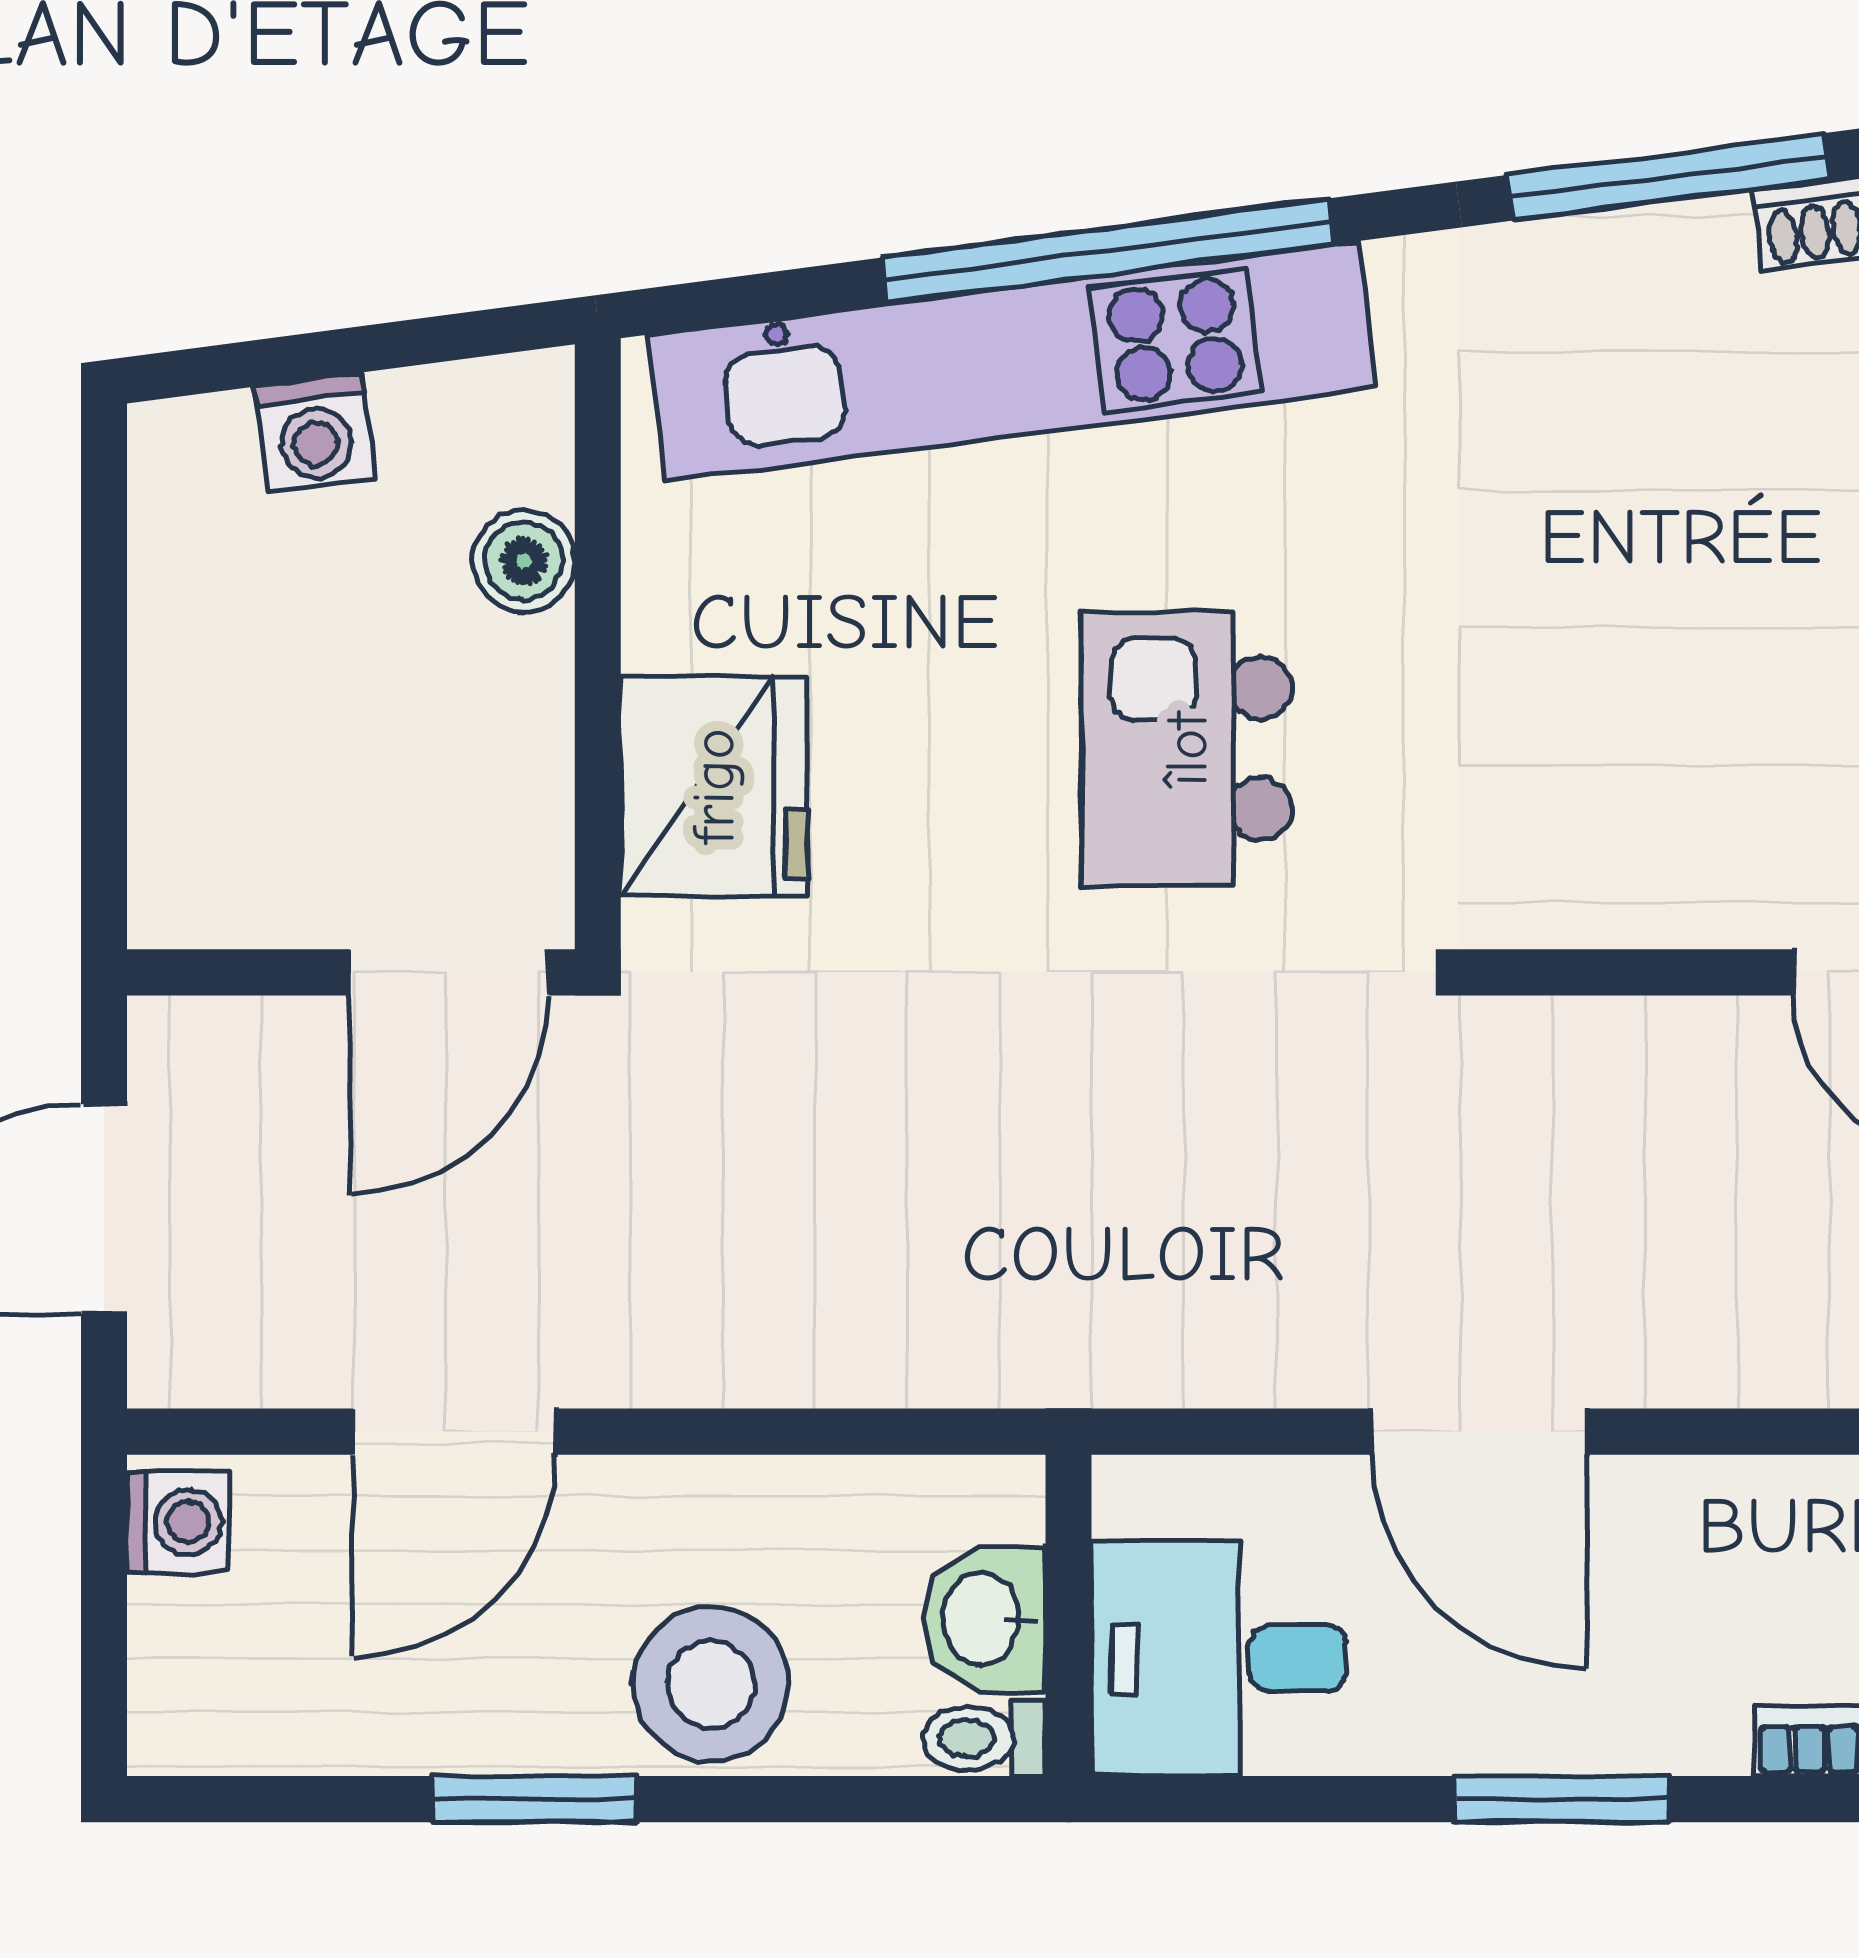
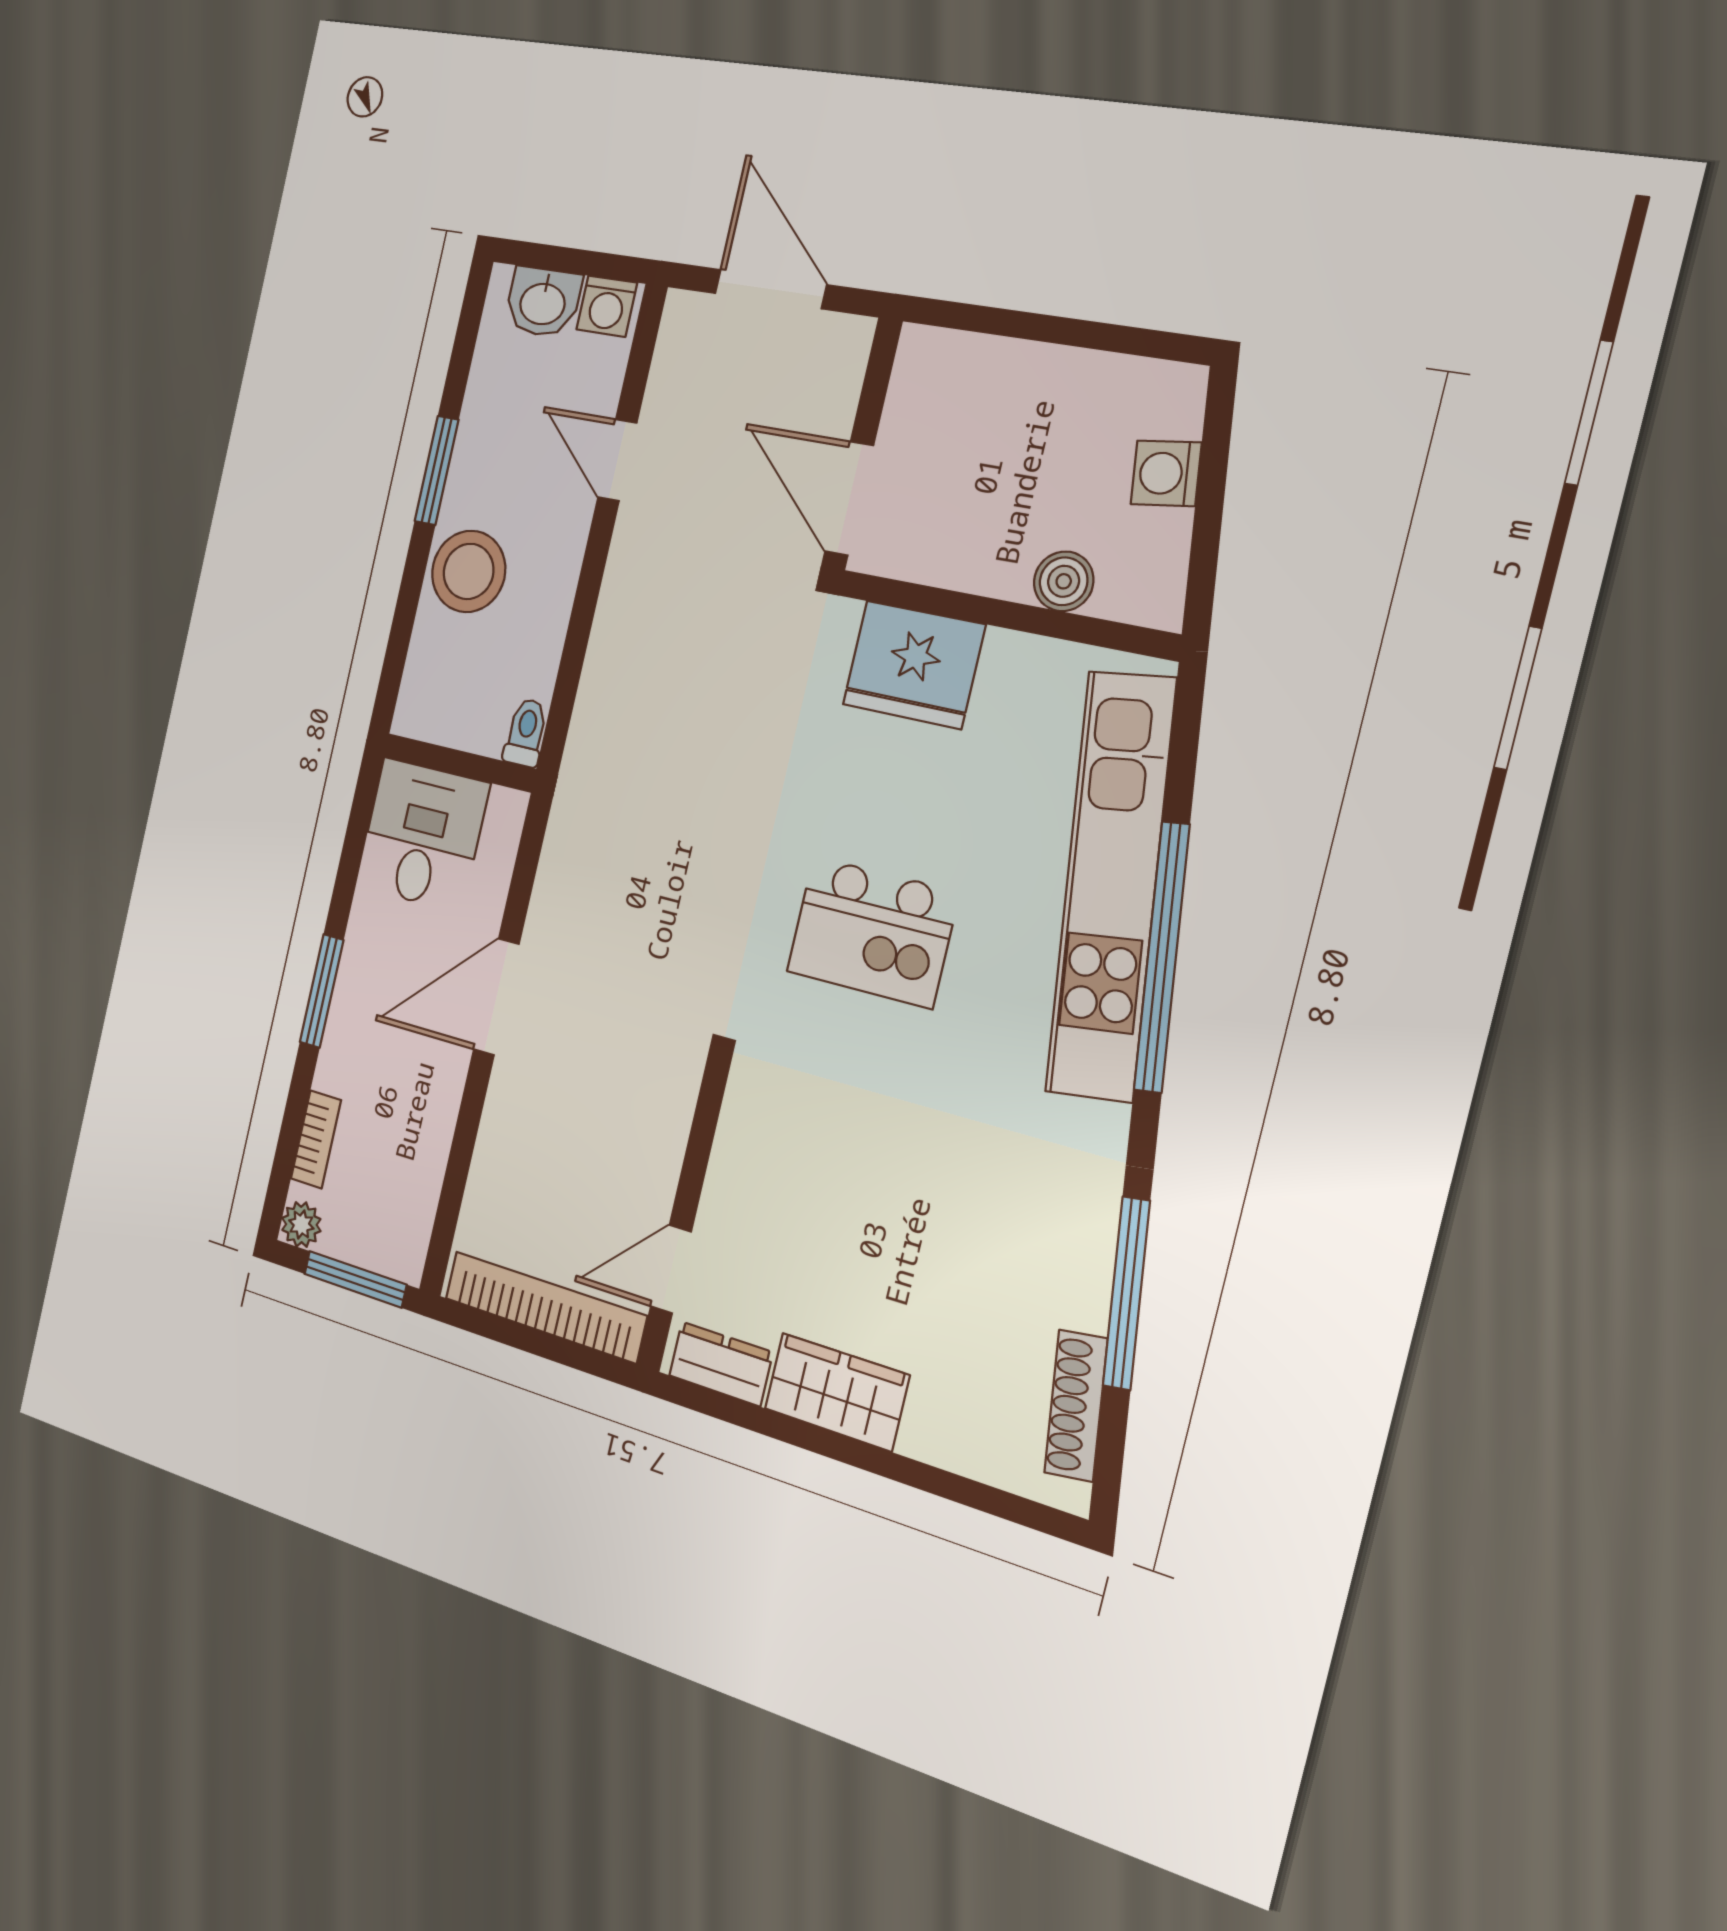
kitchen island: (1187, 749) -> (872, 932), turned 180
door: (454, 1432) -> (617, 460), width x0.73
washbasin: (984, 1619) -> (543, 302), moved, turned 180
toilet: (984, 1738) -> (526, 733), moved

